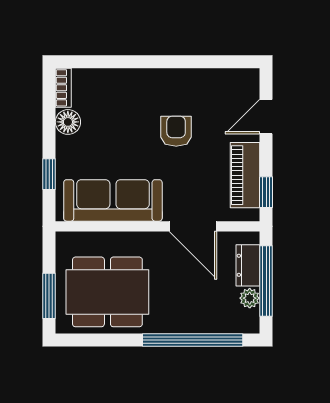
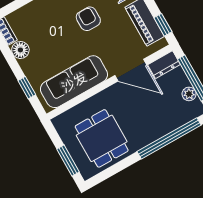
dresser: (248, 265) -> (164, 65), moved, turned -90
dining table: (107, 292) -> (102, 138), width x0.73

